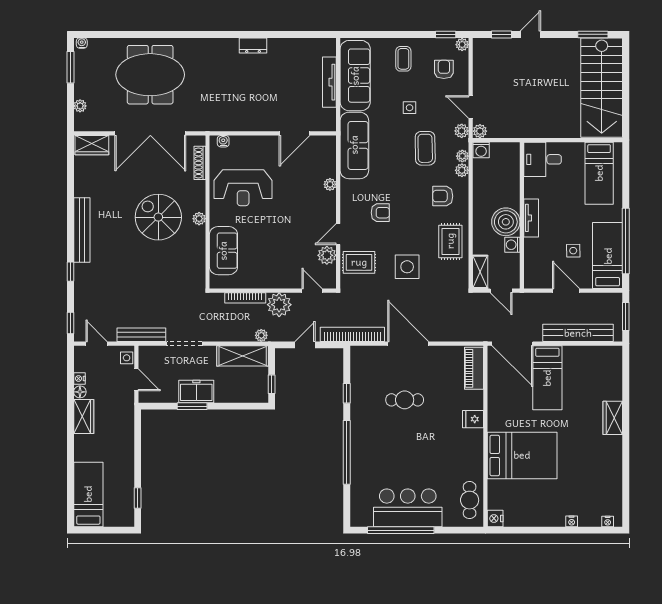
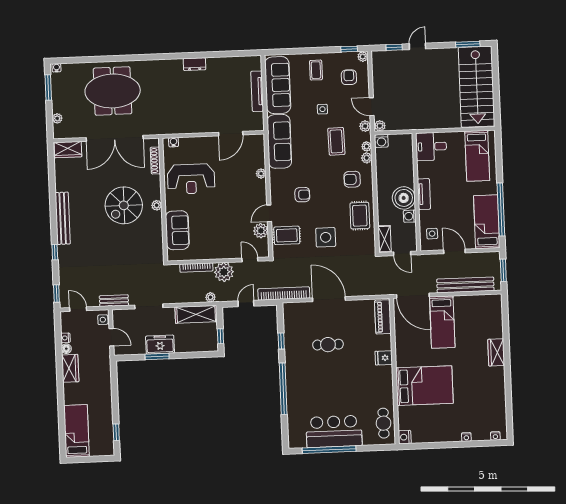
spiral stairs: (158, 217) -> (124, 205), turned -90
side table: (573, 251) -> (432, 234), moved
bench: (141, 335) -> (114, 301), width x0.73

